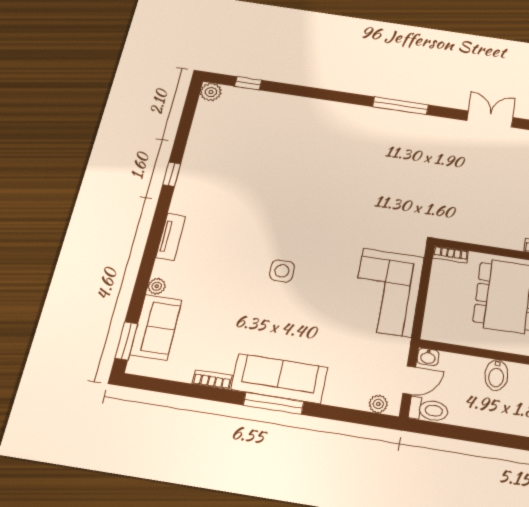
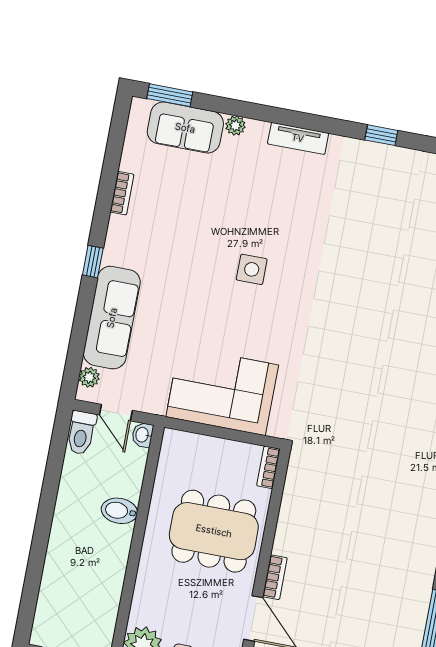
sofa: (279, 379) -> (112, 318), moved
window: (274, 403) -> (93, 262), width x0.46

